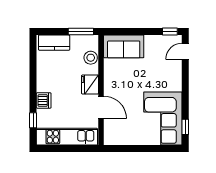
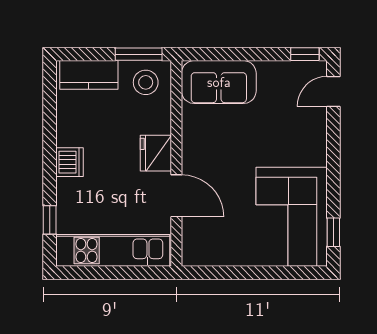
stool: (91, 58) -> (146, 82), moved
dishwasher: (44, 100) -> (69, 162), moved

